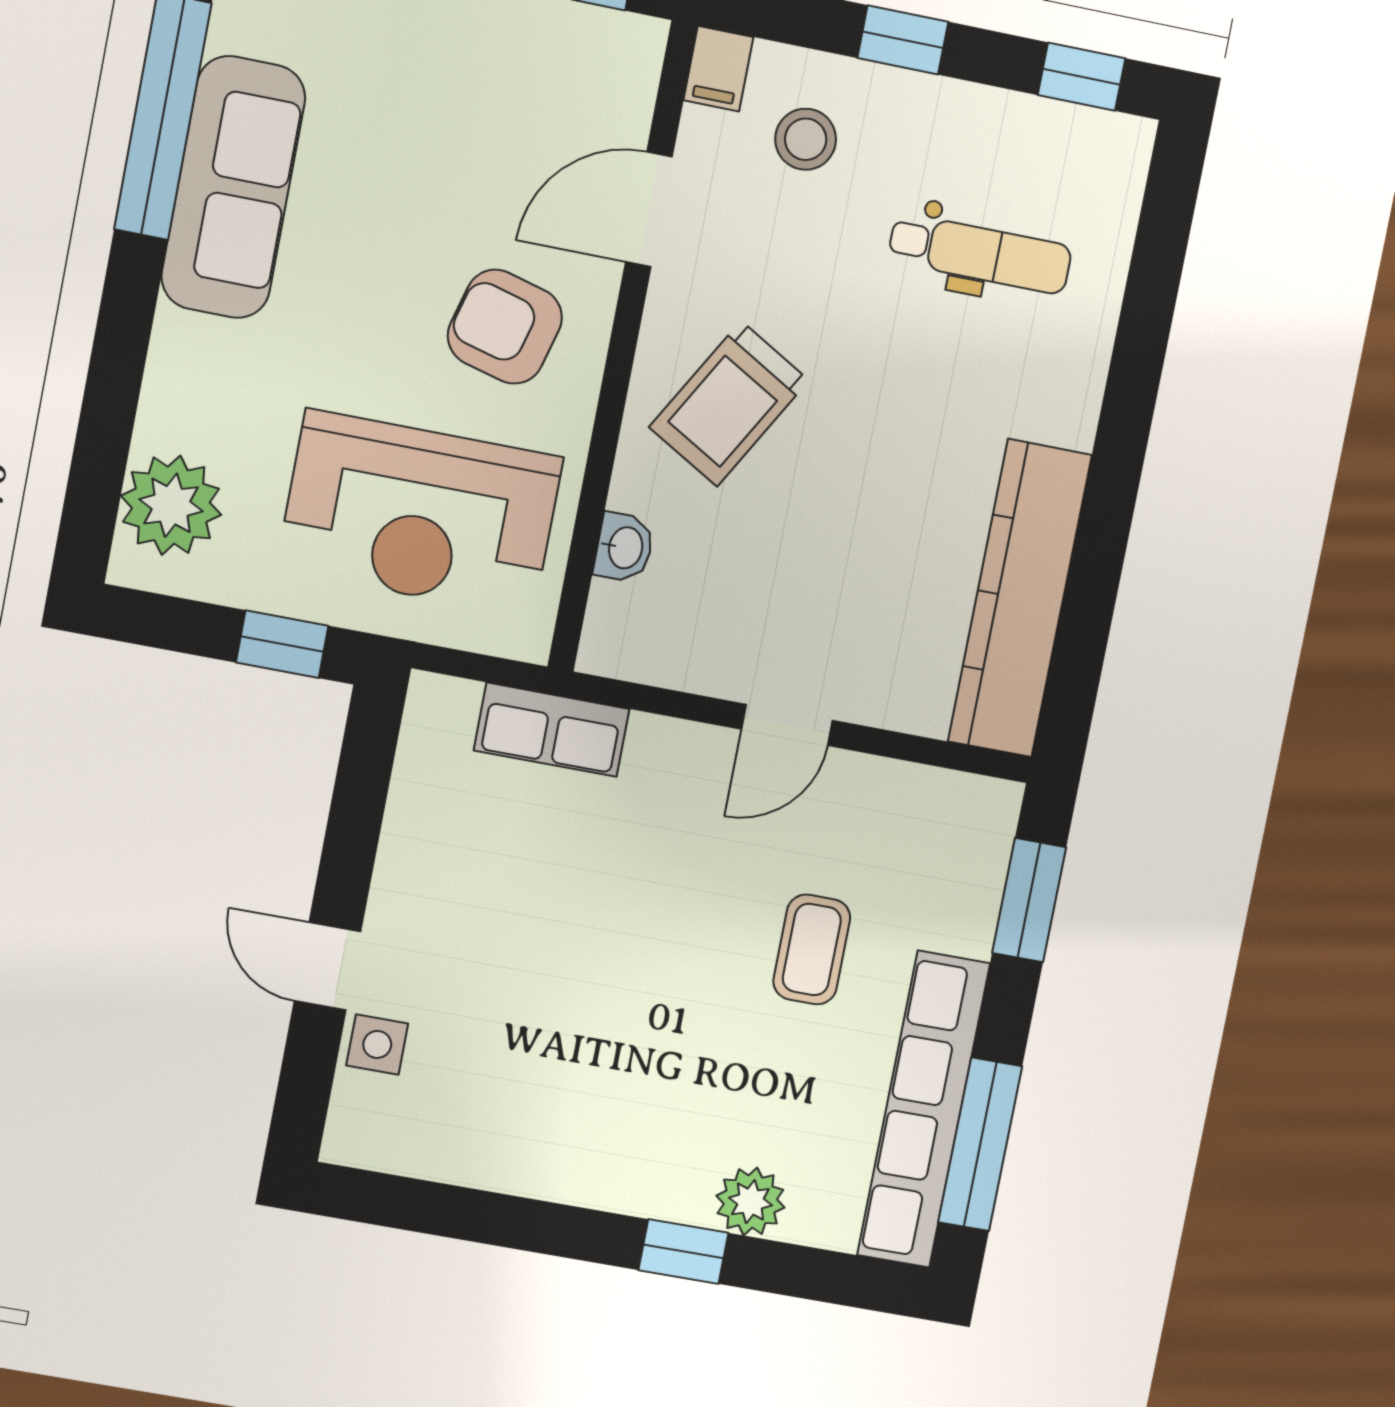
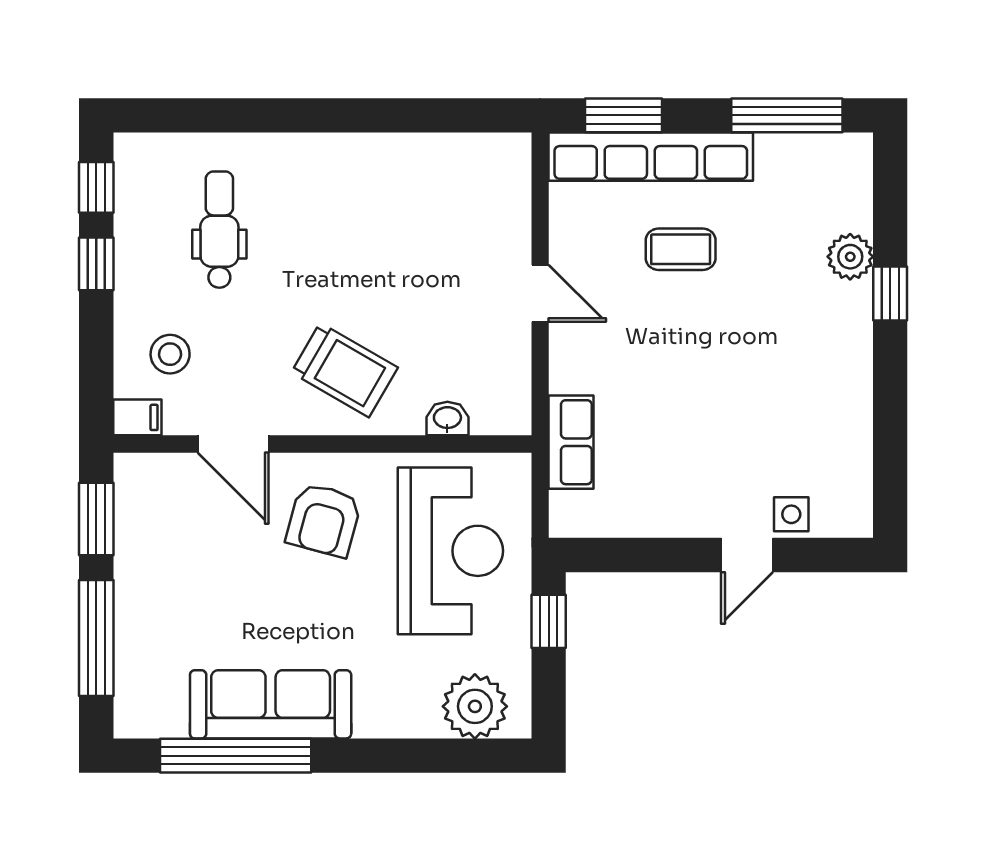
window: (903, 40) -> (96, 264), moved
kitchen counter: (1020, 598) -> (432, 160), removed
row of seats: (923, 1109) -> (651, 157), moved

